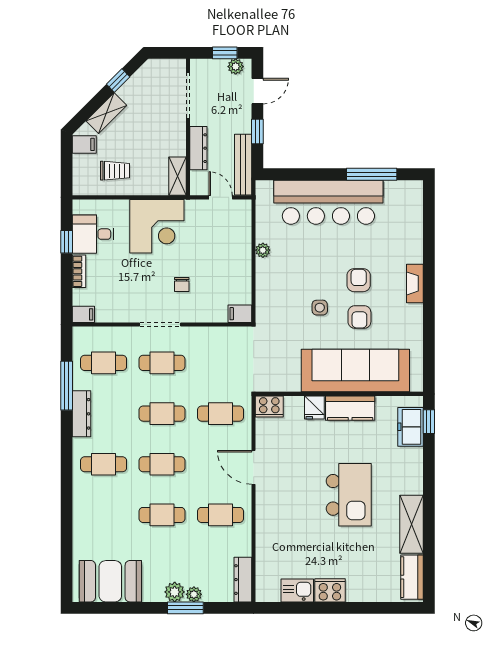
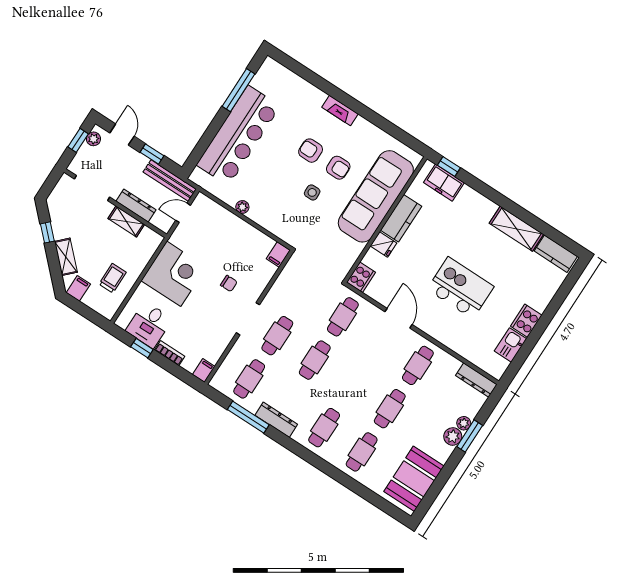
shelving: (177, 176) -> (126, 221), moved
cafe table: (162, 464) -> (362, 452), moved
door: (254, 467) -> (399, 318), swing flipped
kitchen island: (349, 495) -> (460, 288), moved

